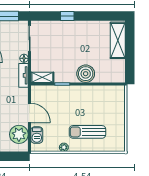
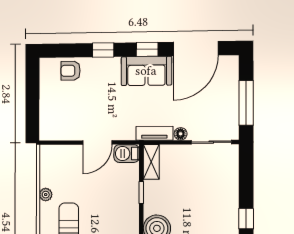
window: (67, 16) -> (246, 219), moved
plant: (19, 134) -> (65, 127), removed
barbecue: (37, 135) -> (127, 154), moved

